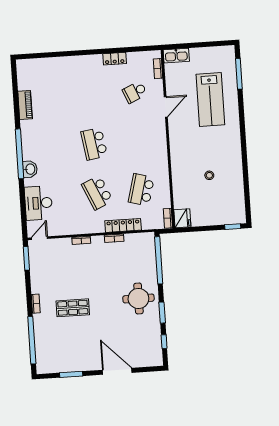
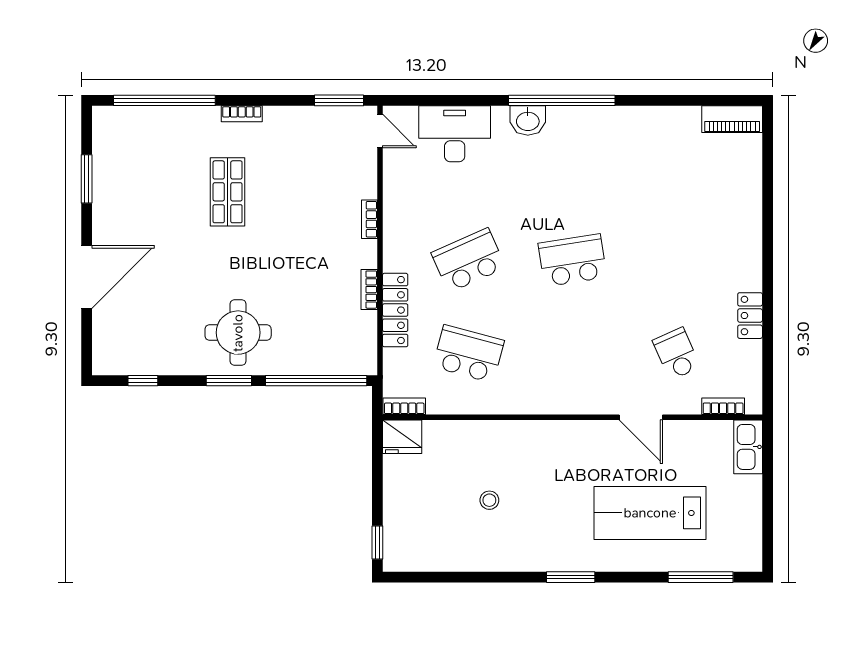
piano: (25, 105) -> (732, 119), moved
window: (243, 135) -> (571, 577), added
window: (162, 313) -> (229, 381), moved

